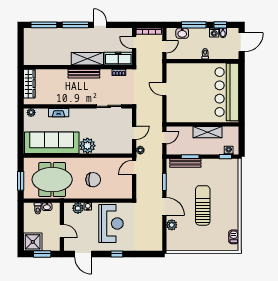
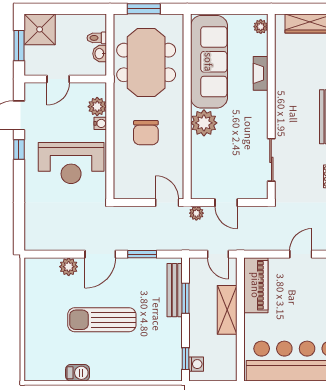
piano: (182, 115) -> (256, 285), added
shelving: (208, 132) -> (227, 310), moved
sun lounger: (203, 205) -> (102, 320), turned 180
barbecue: (234, 237) -> (78, 373), moved
window: (117, 254) -> (19, 150), moved

